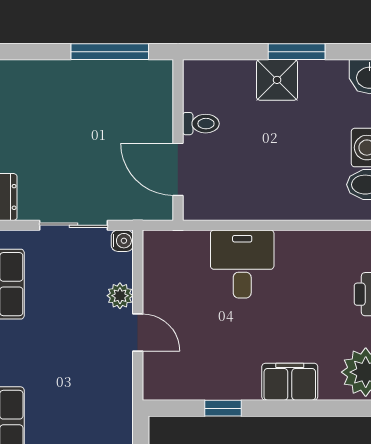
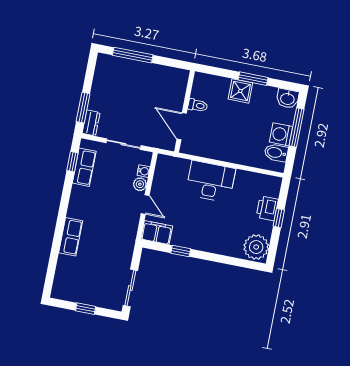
window: (110, 52) -> (133, 55), moved
water cooler: (122, 241) -> (144, 171), moved
desk: (242, 264) -> (211, 181), width x1.37
filing cabinet: (290, 382) -> (157, 233), moved

